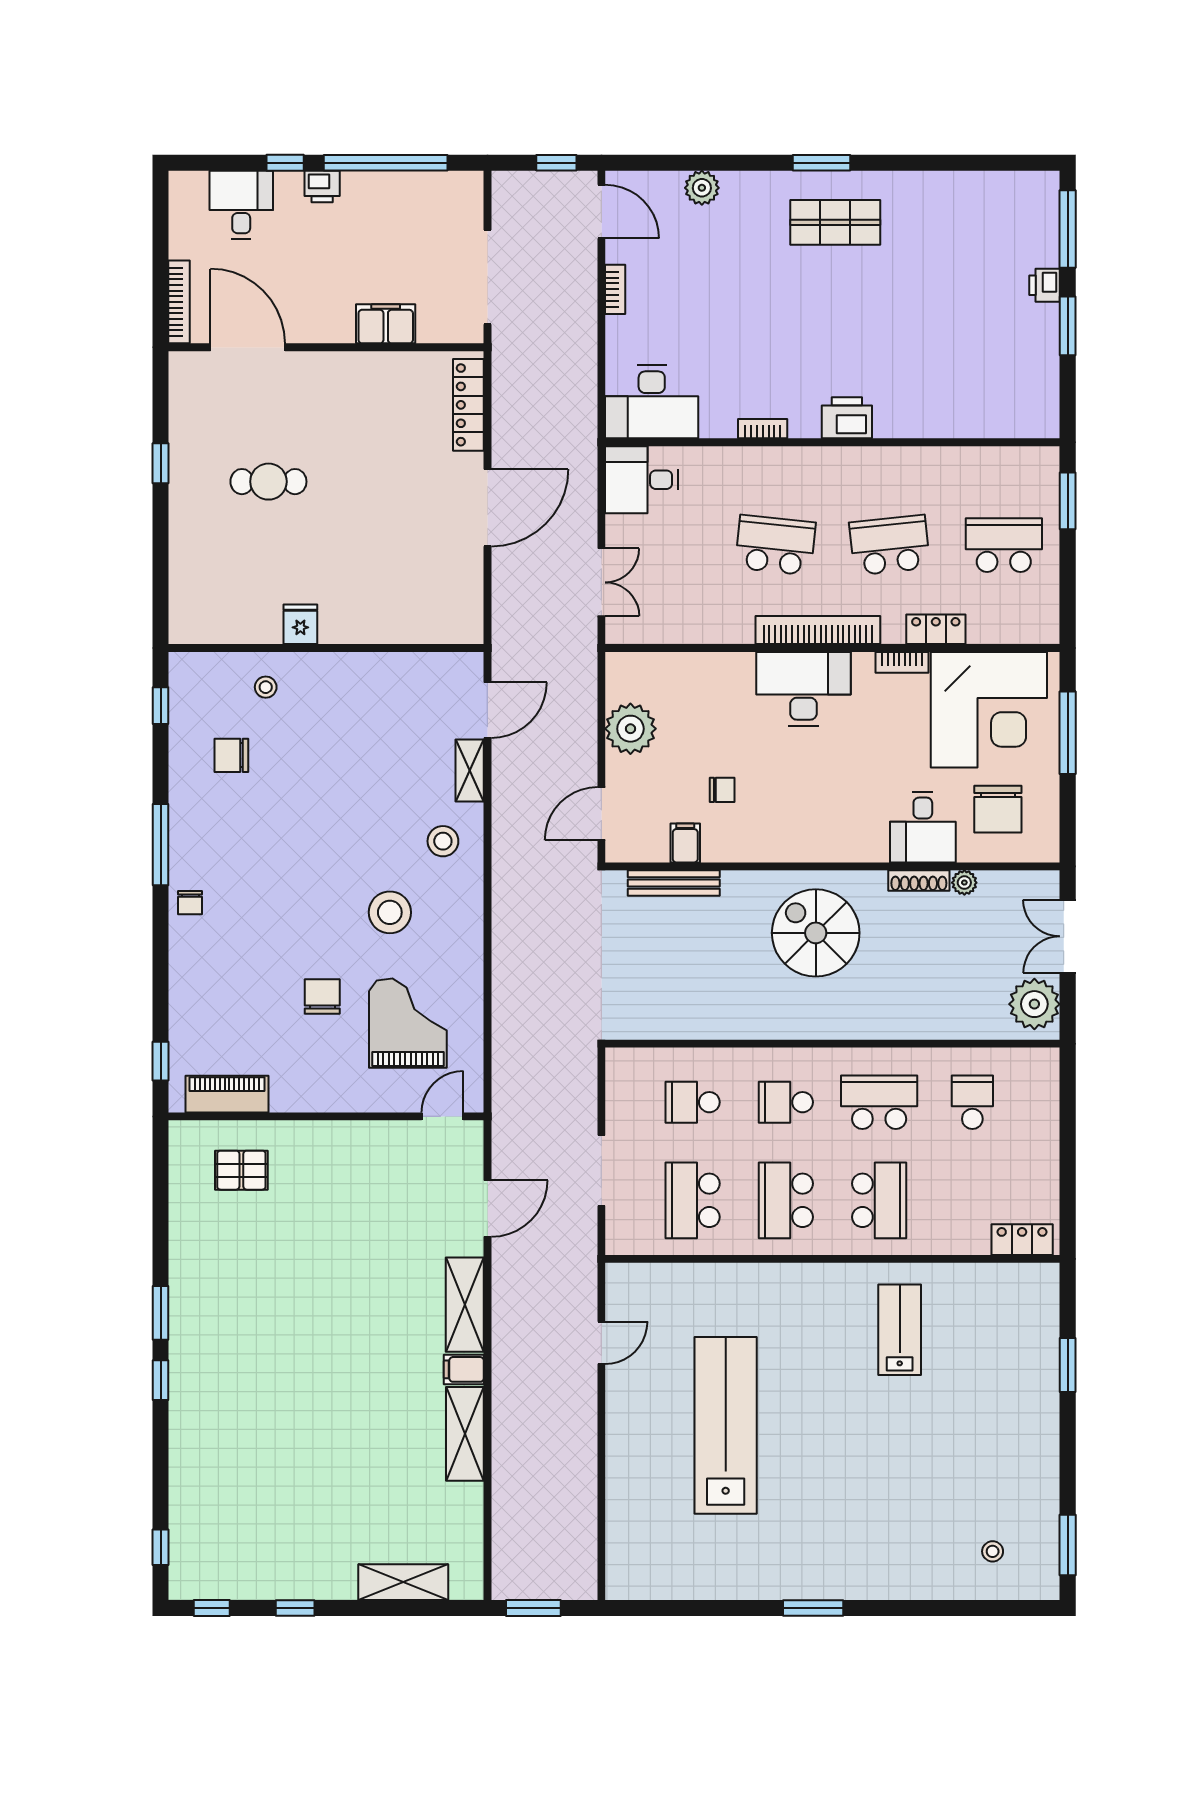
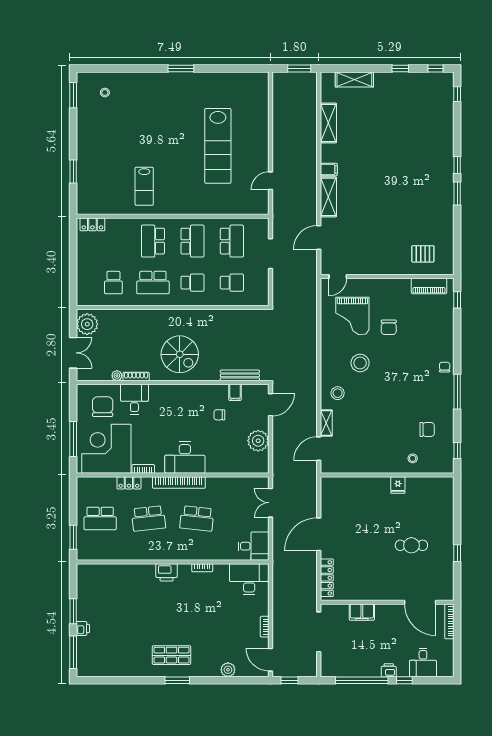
shelving: (465, 1434) -> (328, 123), moved

